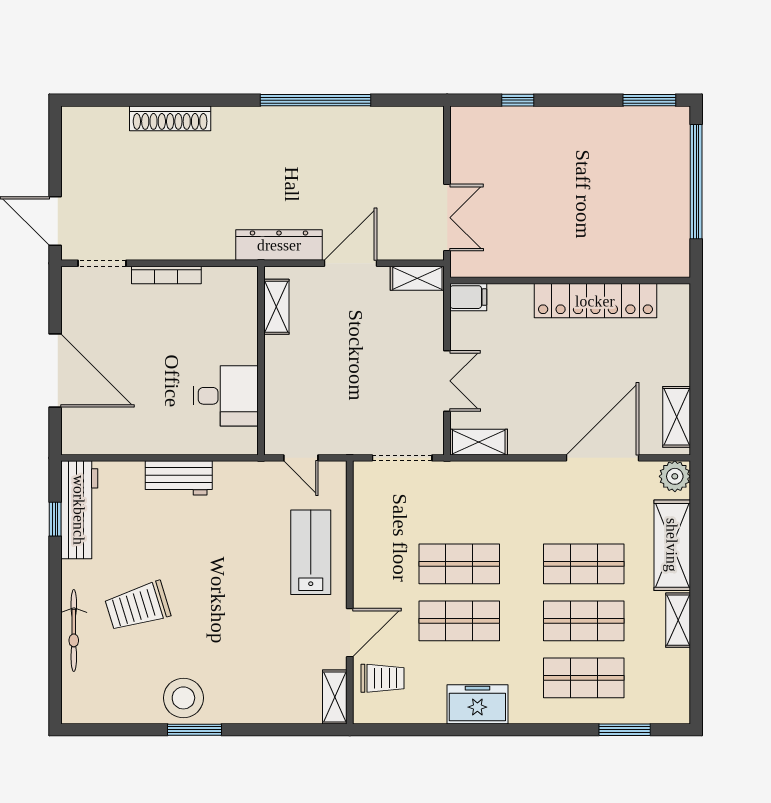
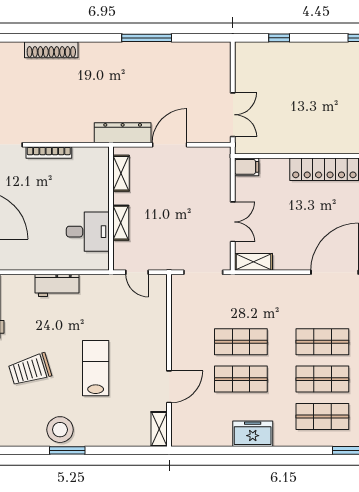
window: (316, 100) -> (147, 38), width x0.68
shelving: (417, 278) -> (121, 223), moved, turned 90
lab bench: (311, 552) -> (96, 368), moved
trolley: (383, 678) -> (191, 417), removed

